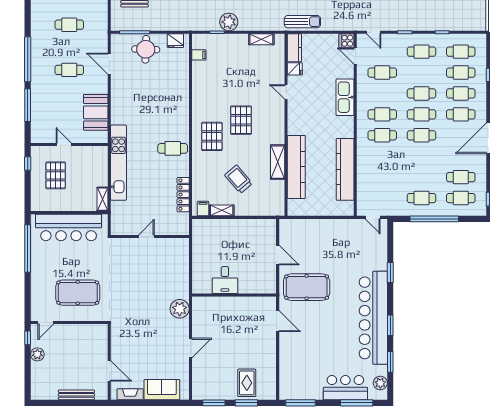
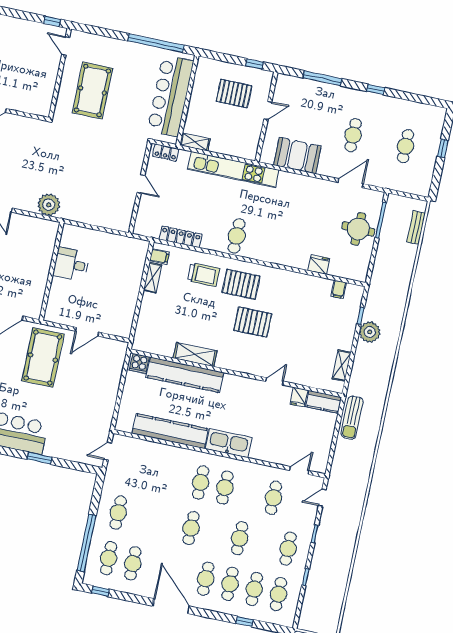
fridge: (175, 41) -> (319, 265), moved, turned 90
cooker: (346, 41) -> (139, 364), moved, turned 180
window: (28, 59) -> (376, 89), width x0.32
kitchen sink: (345, 97) -> (229, 443), moved
cafe table: (422, 114) -> (215, 533), removed
trolley: (238, 179) -> (204, 275), moved, turned 40
window: (434, 219) -> (86, 543), moved
locker: (116, 221) -> (166, 152), added
plant: (37, 354) -> (31, 28), removed

